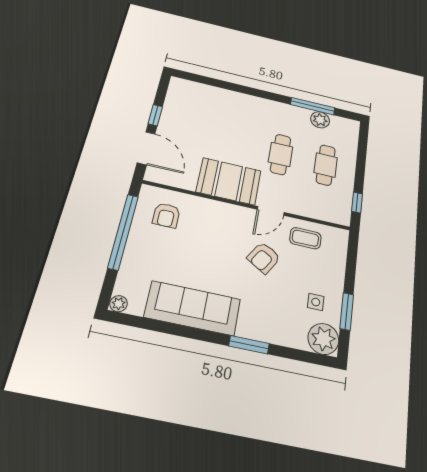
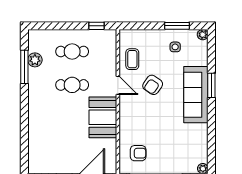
armchair: (264, 258) -> (153, 85), turned 94
sofa: (193, 308) -> (196, 95), moved
plant: (323, 339) -> (203, 35), width x0.53, depth x0.53

